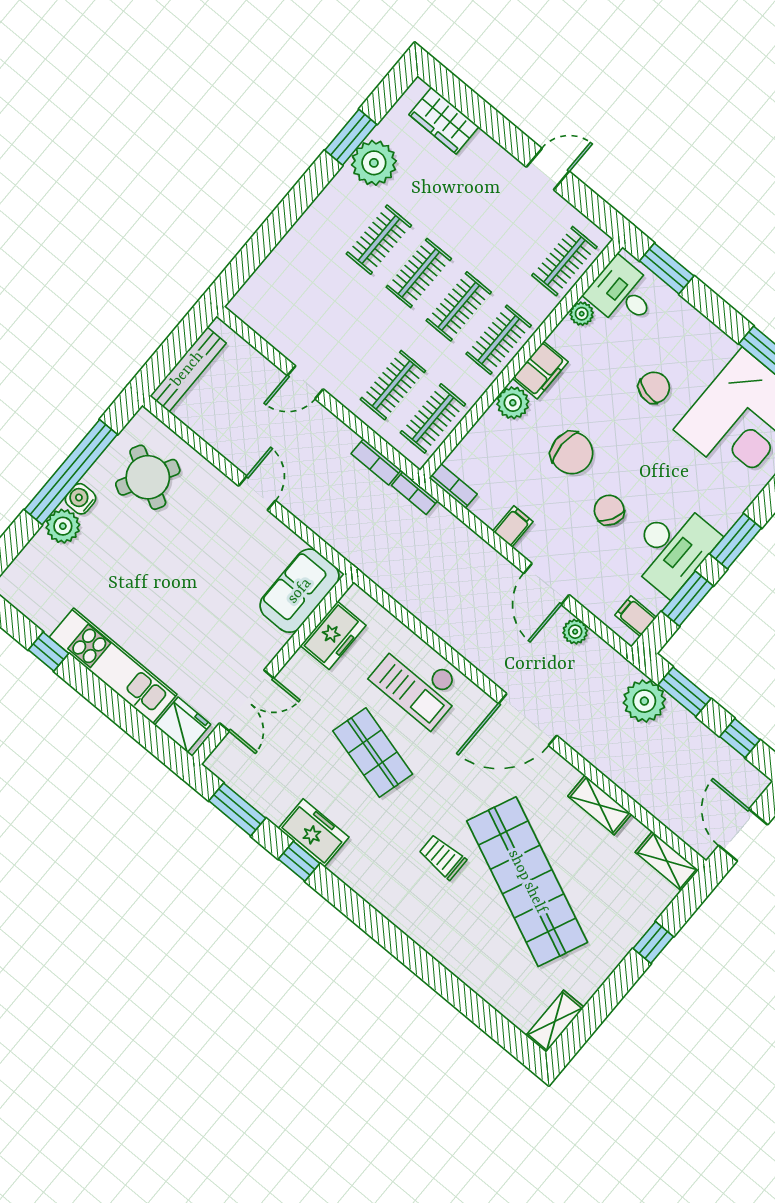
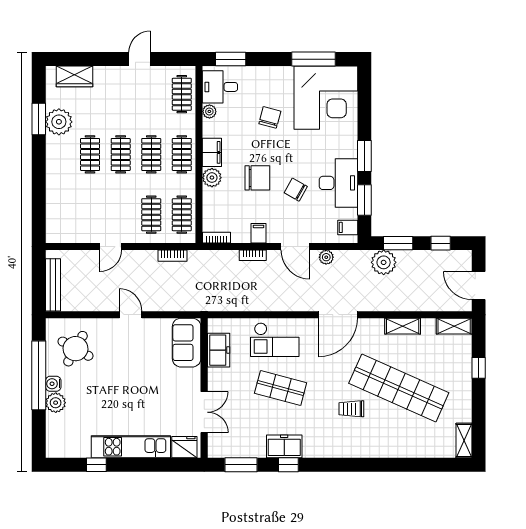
bookcase: (415, 493) -> (253, 255), moved

